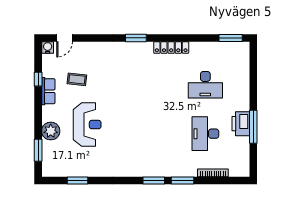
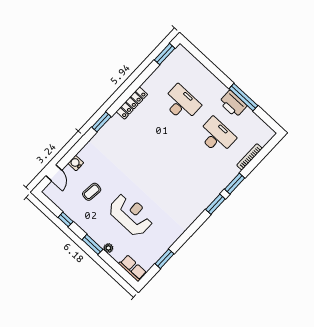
water cooler: (48, 47) -> (76, 163), moved
desk: (205, 85) -> (181, 103), turned -90
row of seats: (48, 91) -> (133, 268), moved
plant: (51, 131) -> (108, 248), width x0.53, depth x0.53
desk: (205, 134) -> (216, 136), turned 180
window: (38, 150) -> (92, 244), moved

